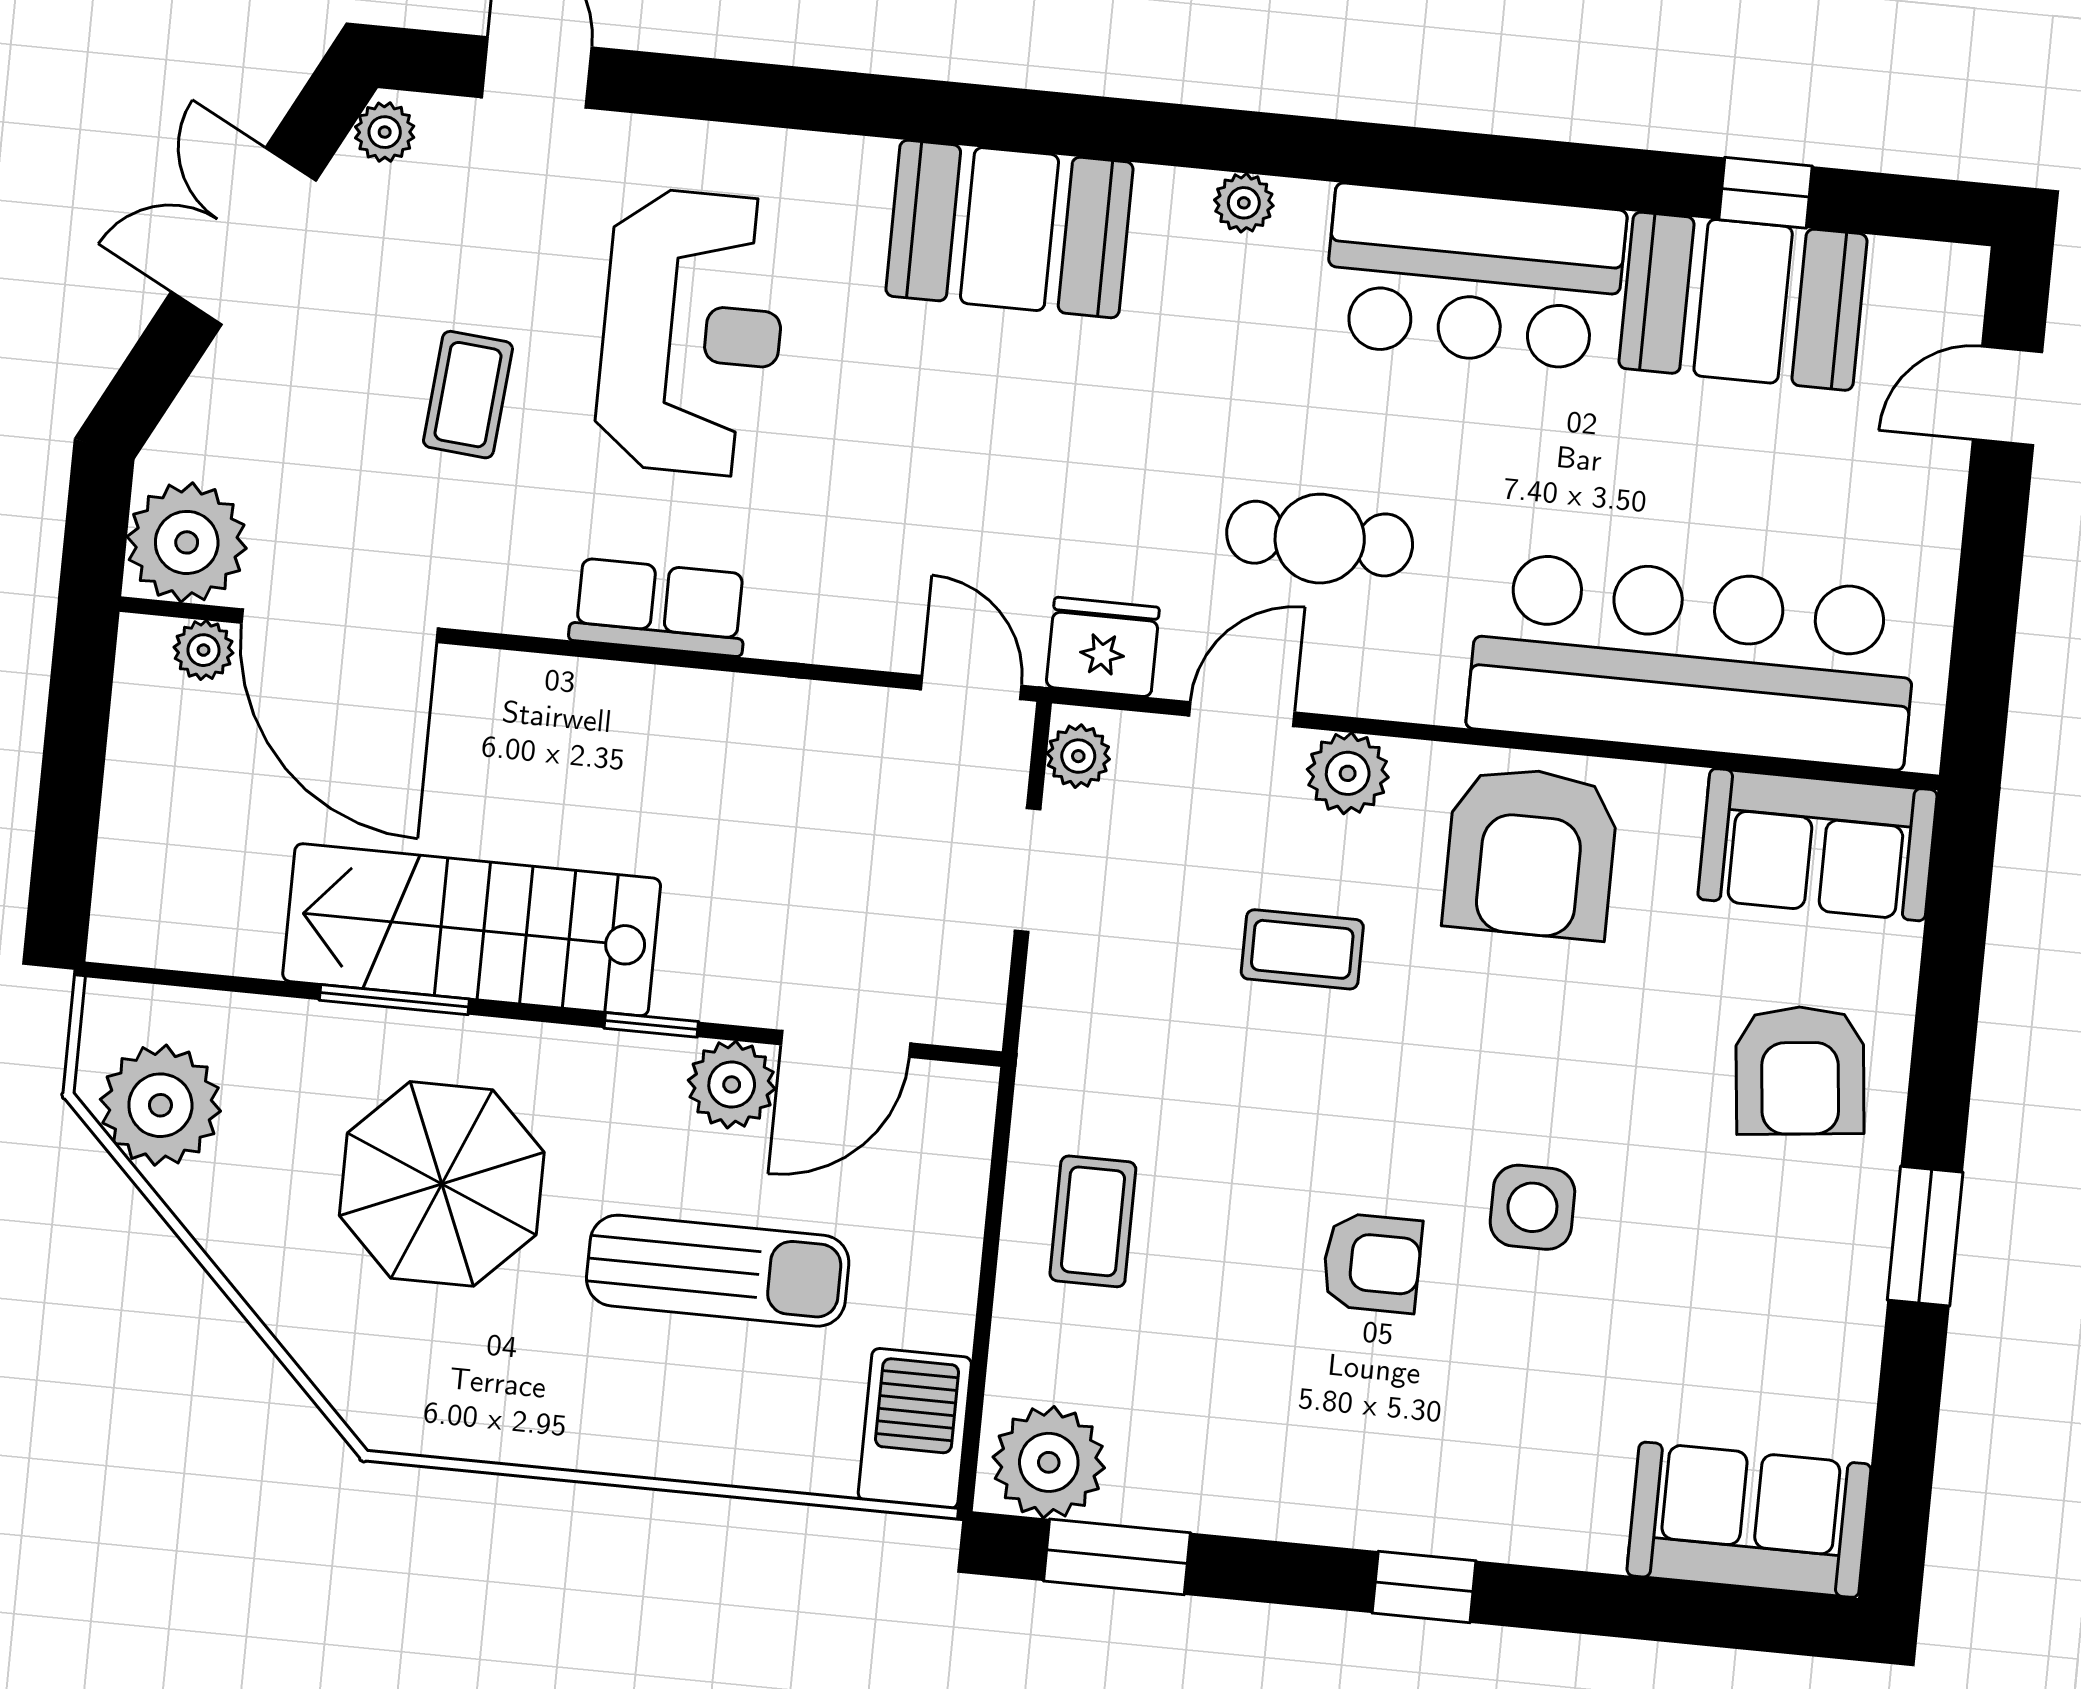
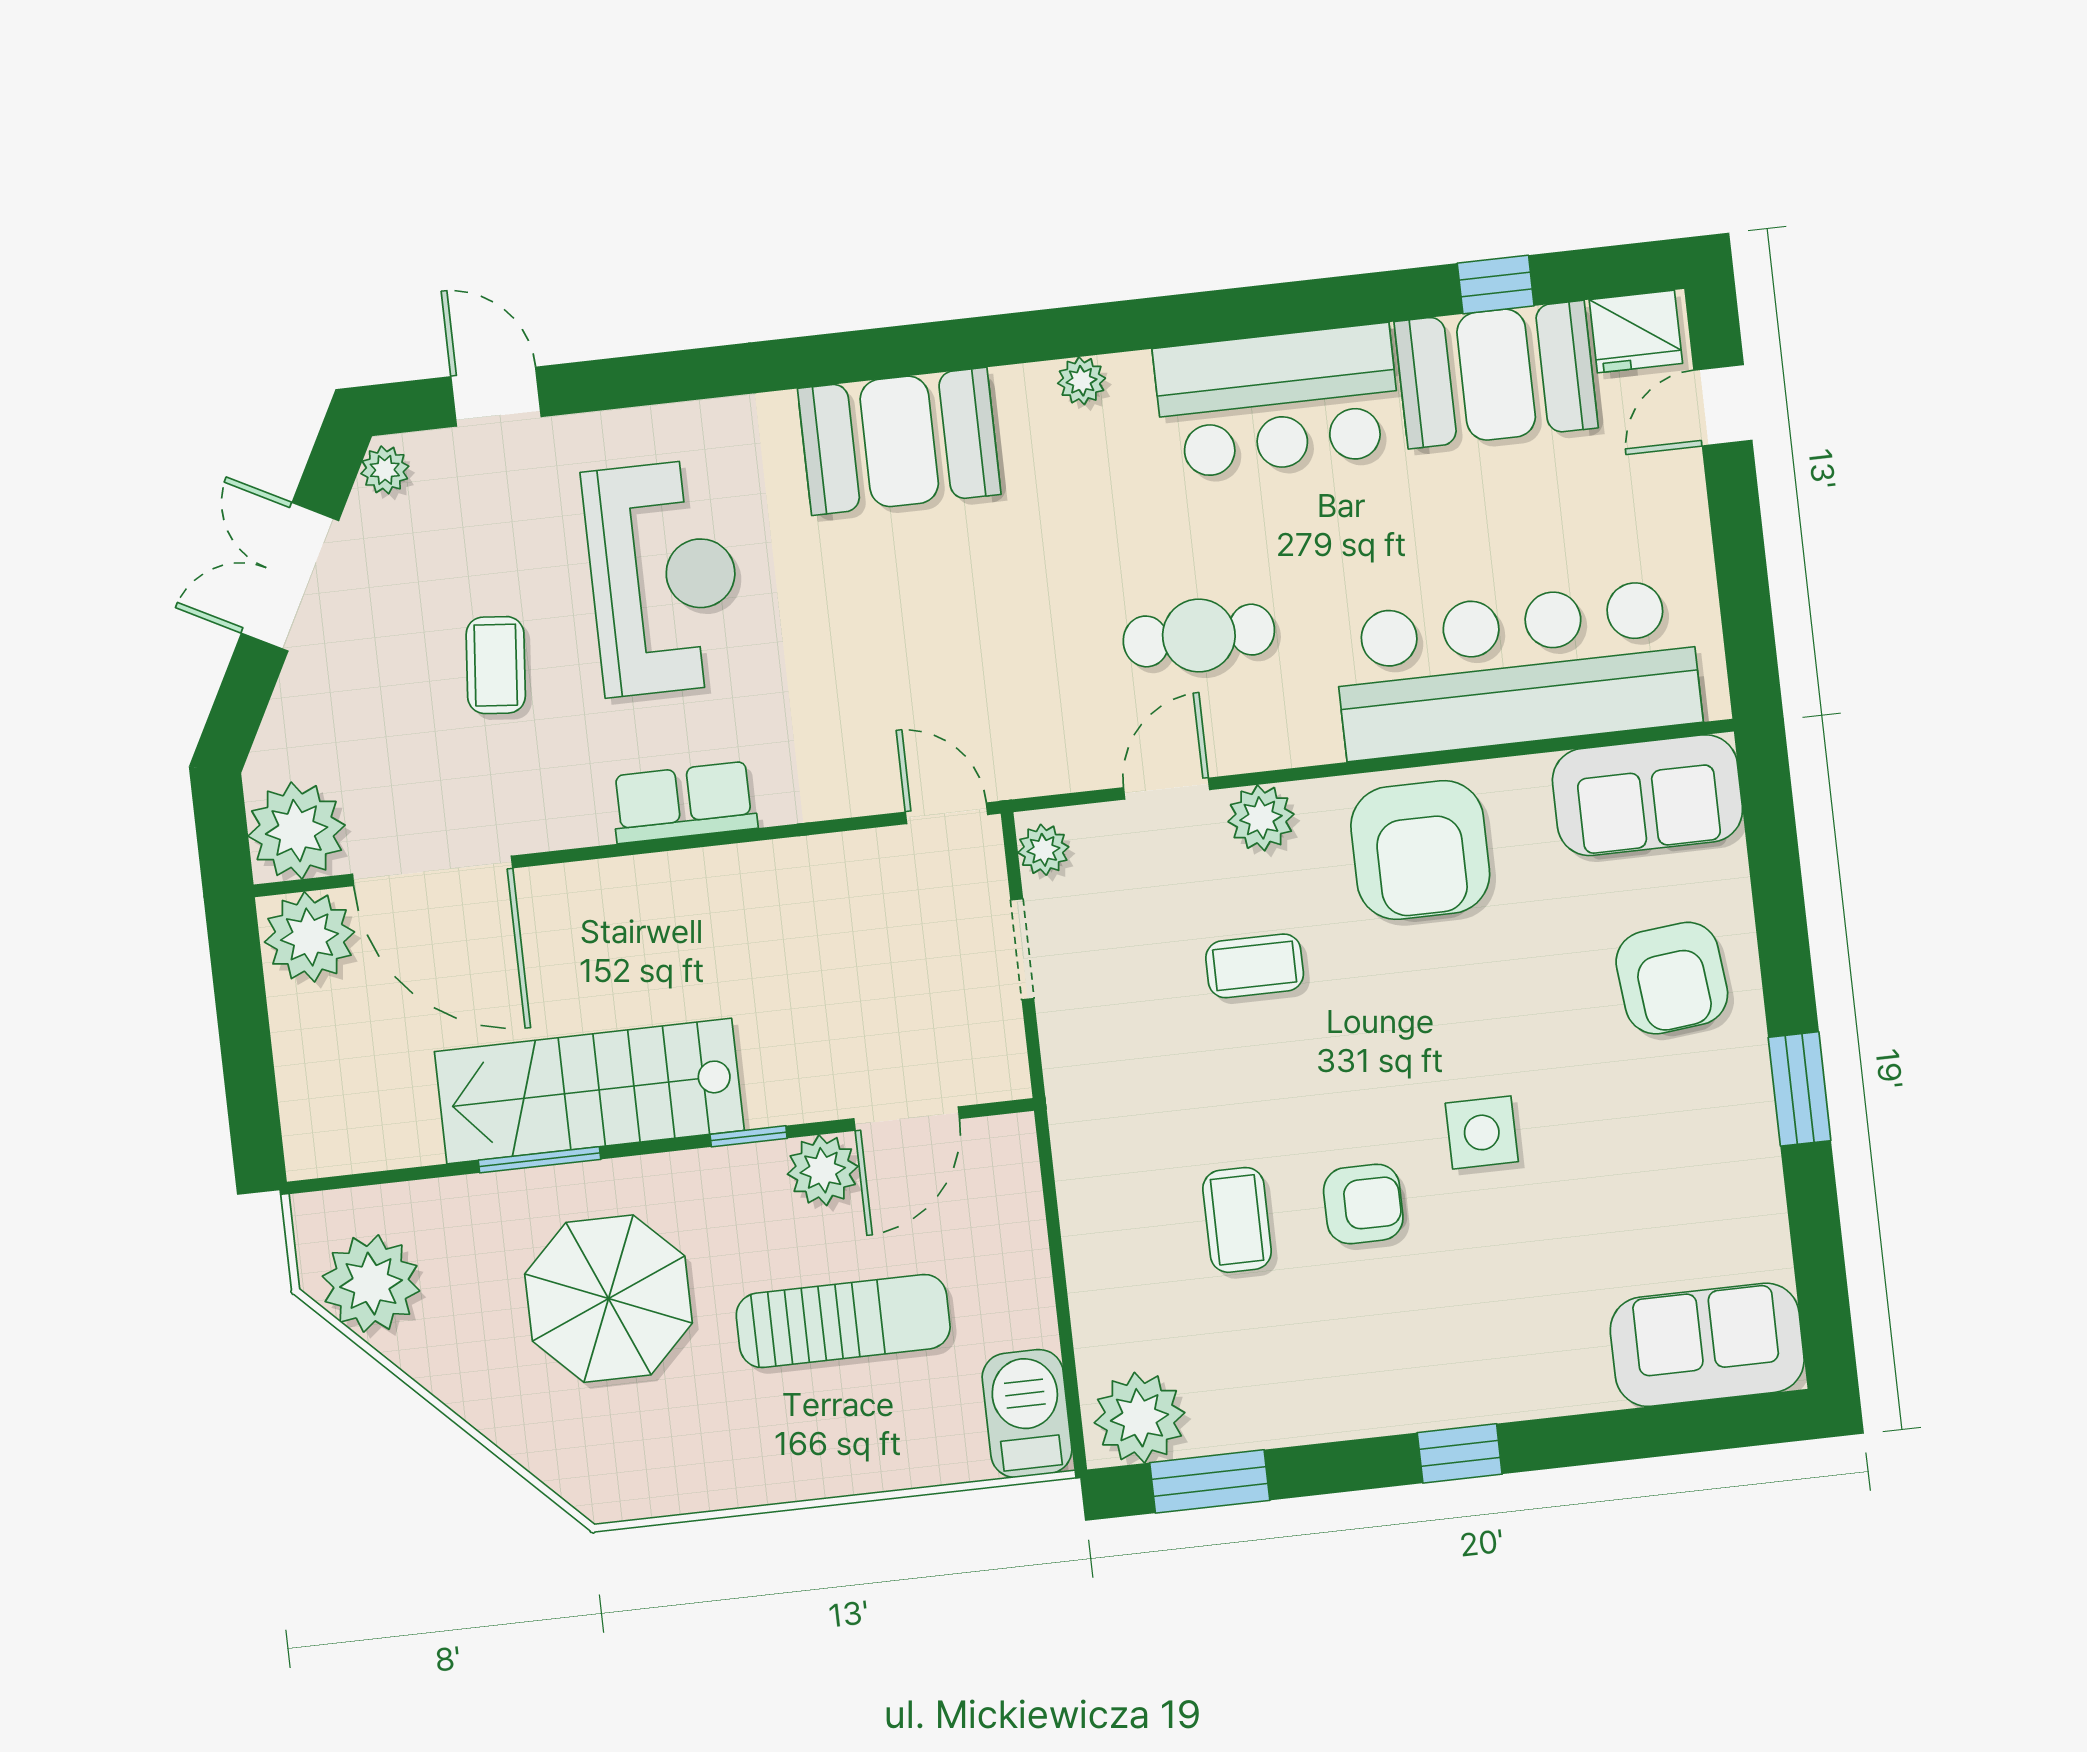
fridge: (1103, 647) -> (1636, 332), moved, turned 180
plant: (204, 650) -> (309, 937), width x1.88, depth x1.88
coffee table: (1093, 1221) -> (1237, 1220), moved

